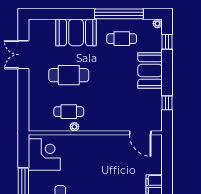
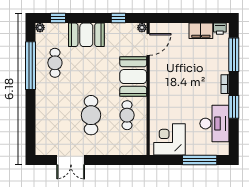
booth: (76, 32) -> (133, 77), moved
plant: (74, 127) -> (142, 28), moved

